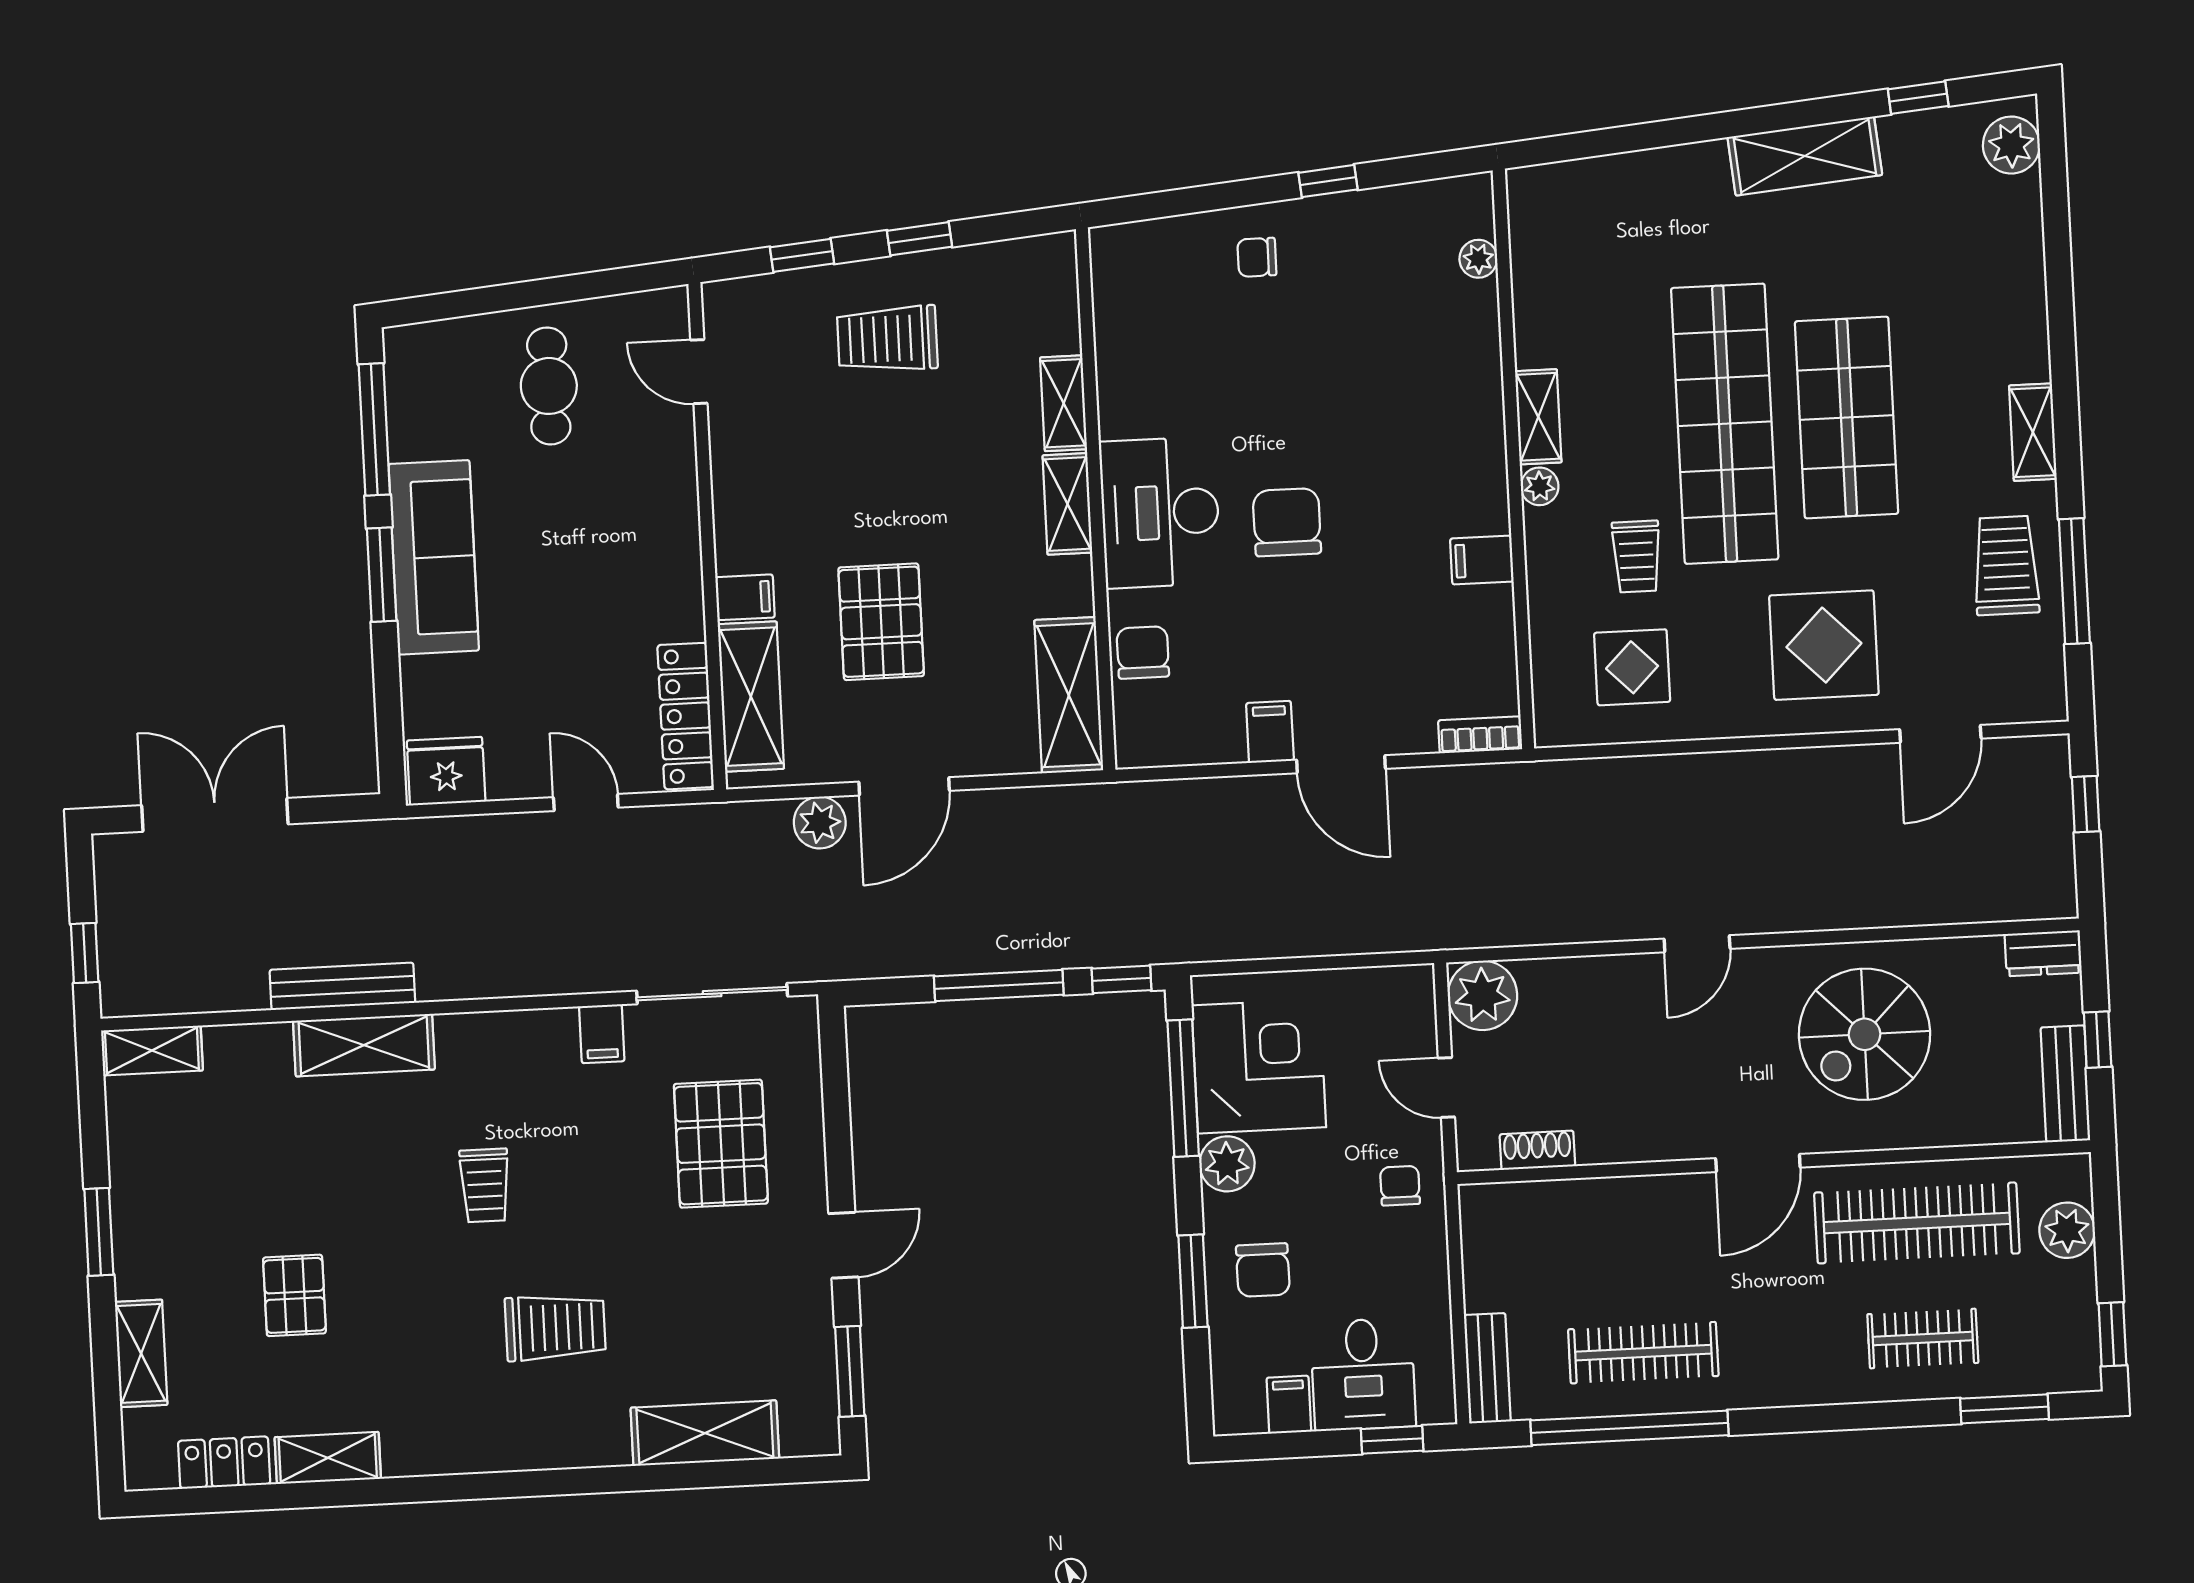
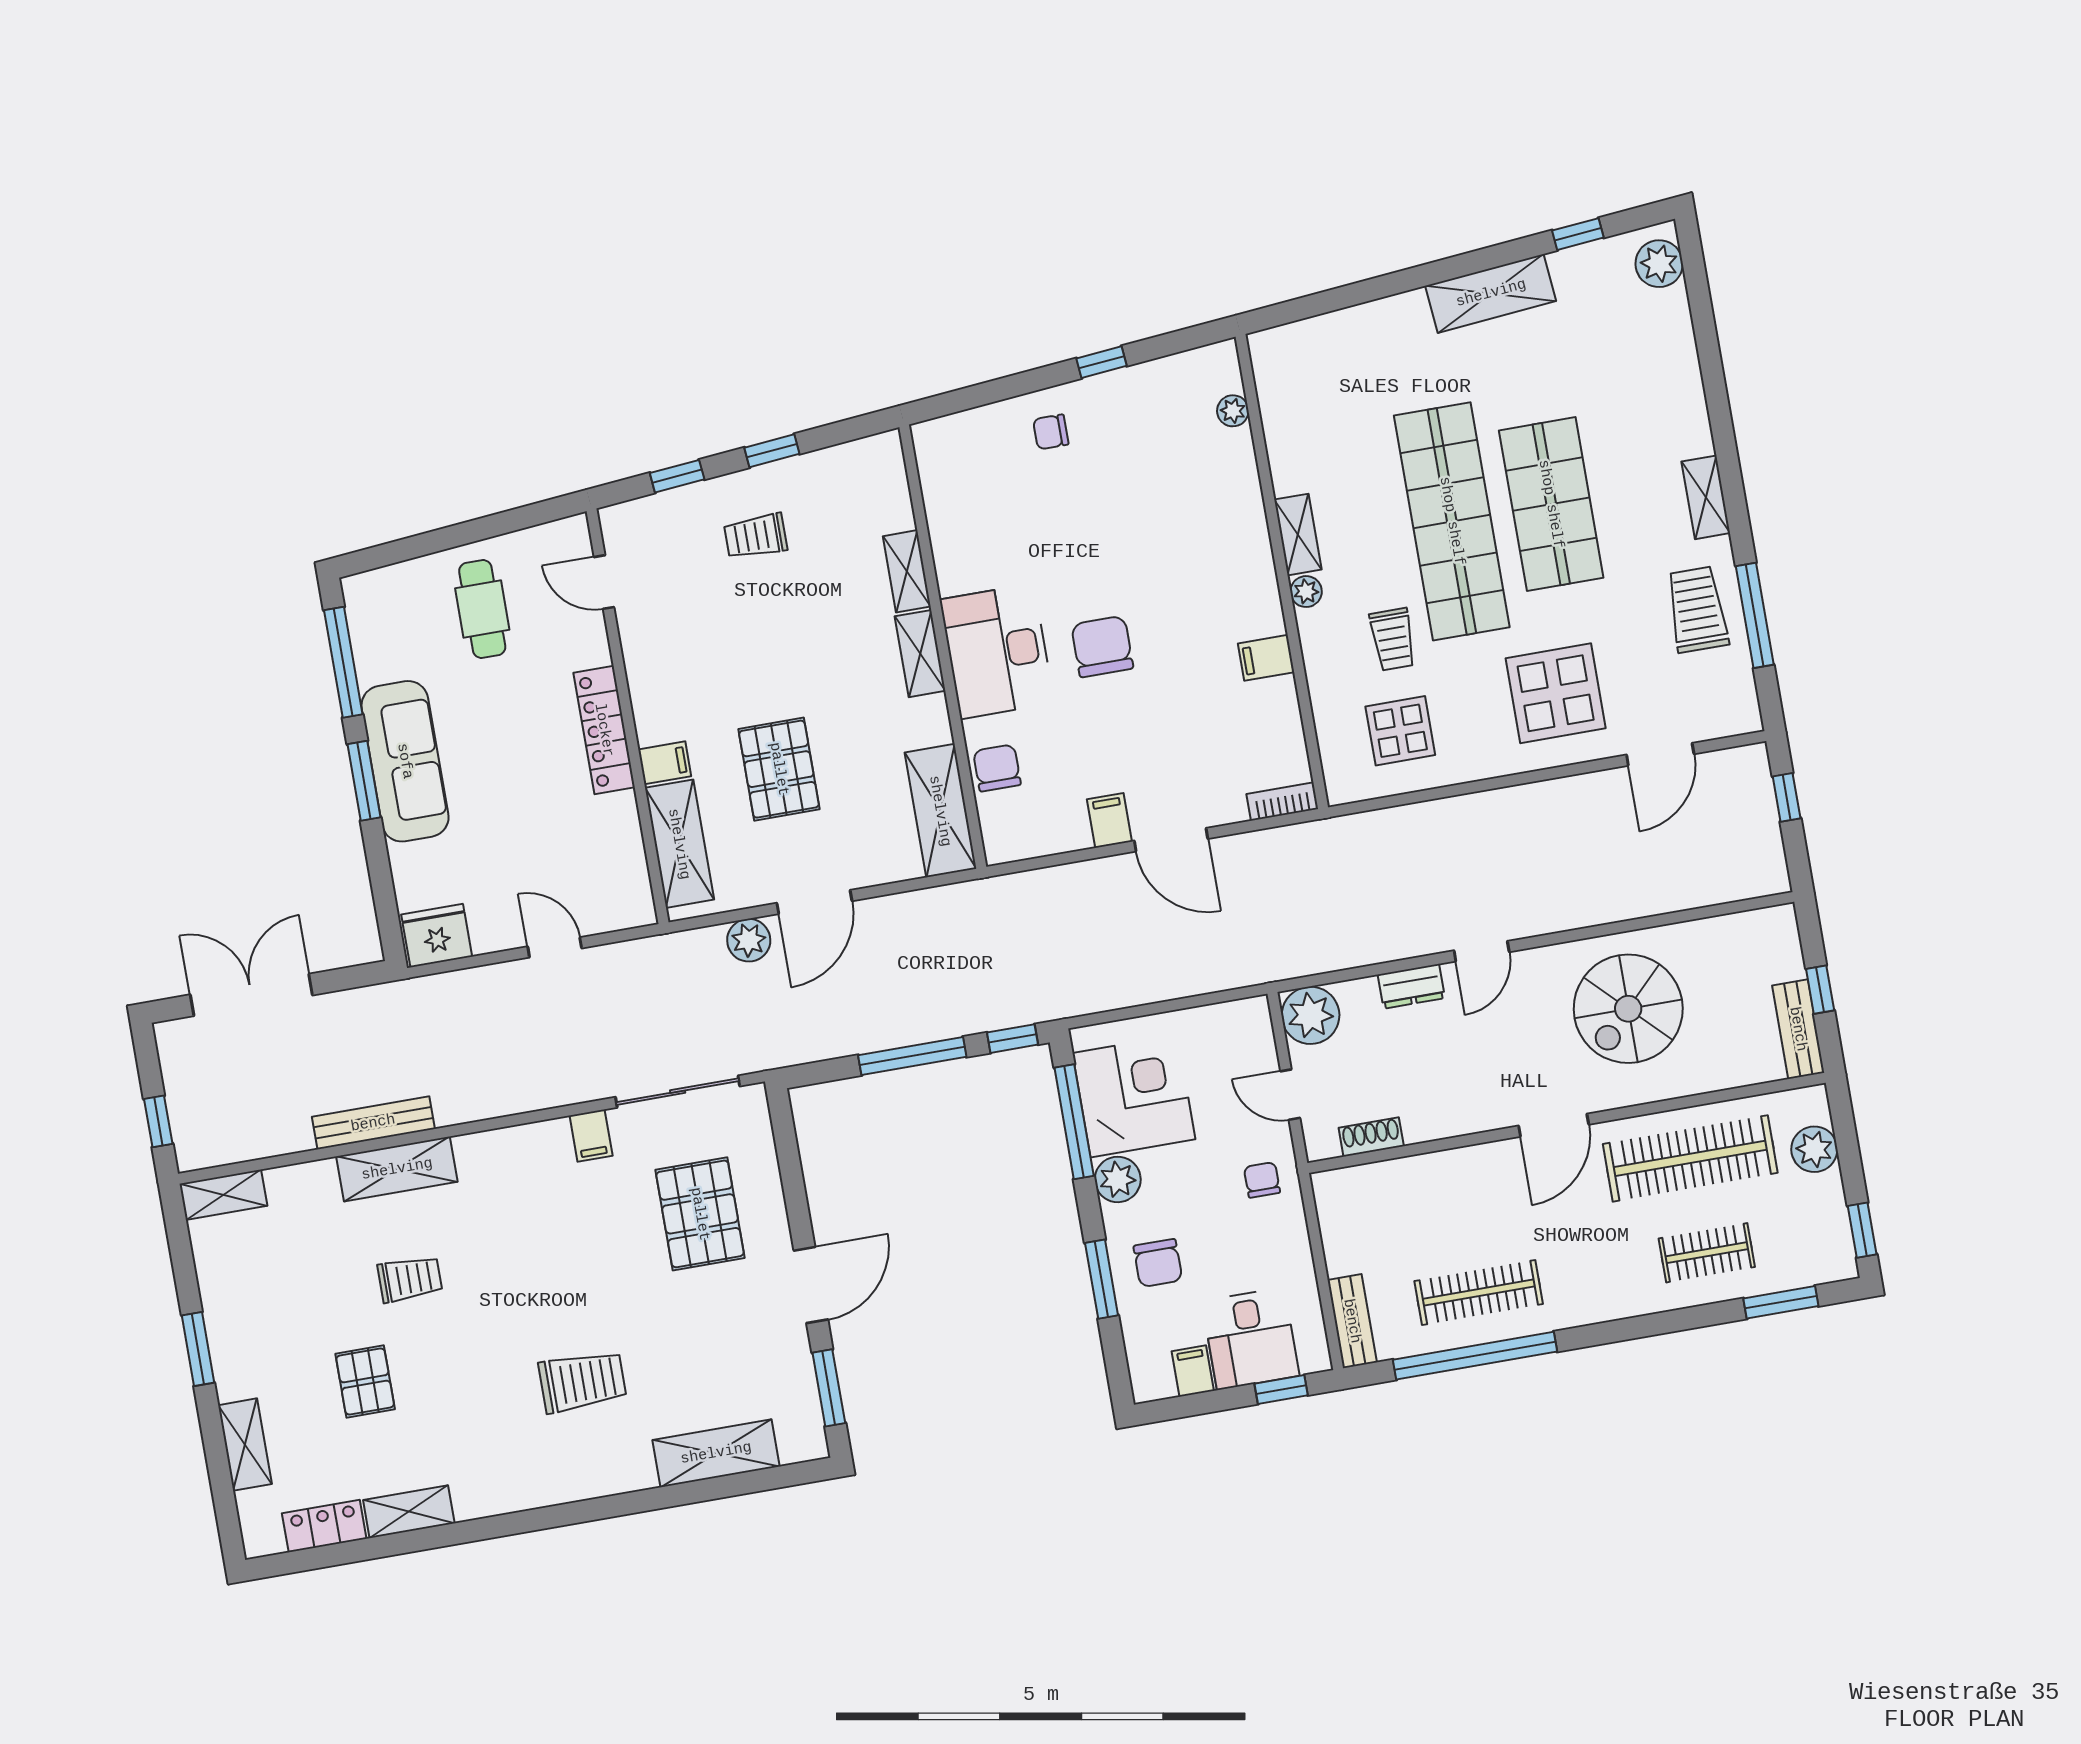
trolley: (887, 339) -> (756, 536), width x0.73, depth x0.72
locker: (686, 716) -> (604, 730), moved
dresser: (2043, 953) -> (1411, 986), moved
trolley: (485, 1185) -> (410, 1279), moved, turned -90
door: (843, 1245) -> (811, 1285), width x1.38

